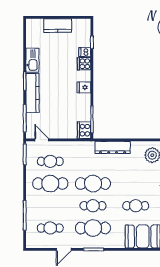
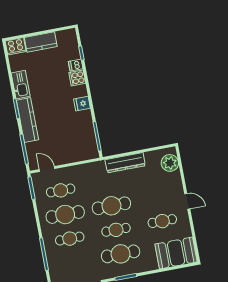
cooker: (84, 130) -> (16, 46), moved, turned -90
cafe table: (50, 228) -> (70, 239), moved

